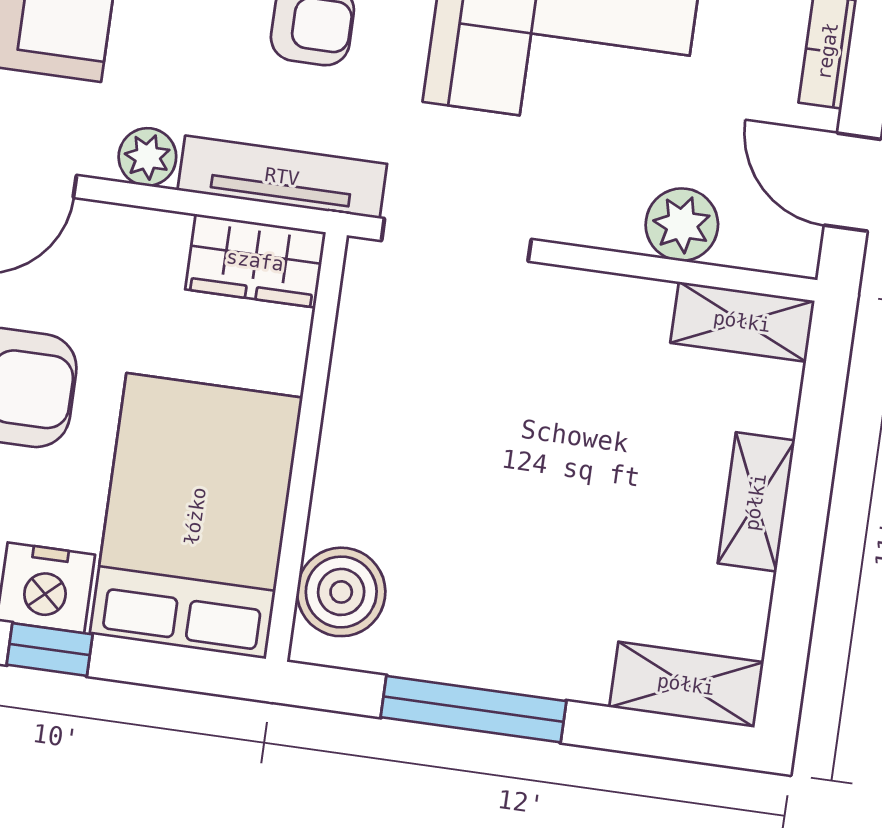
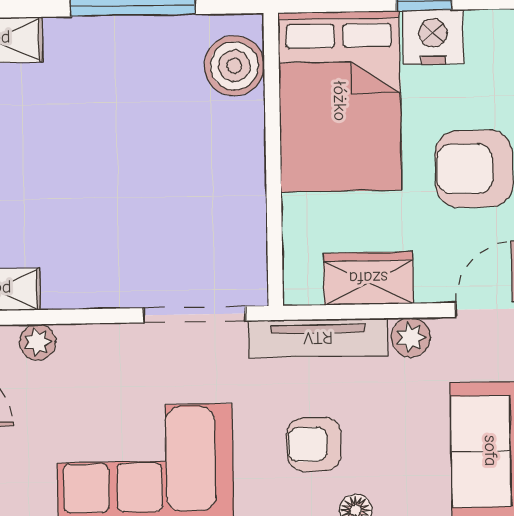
plant: (682, 225) -> (38, 342), width x0.73, depth x0.73
wardrobe: (255, 261) -> (368, 278), moved

